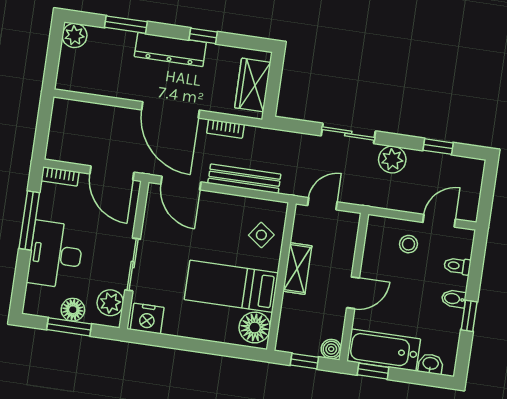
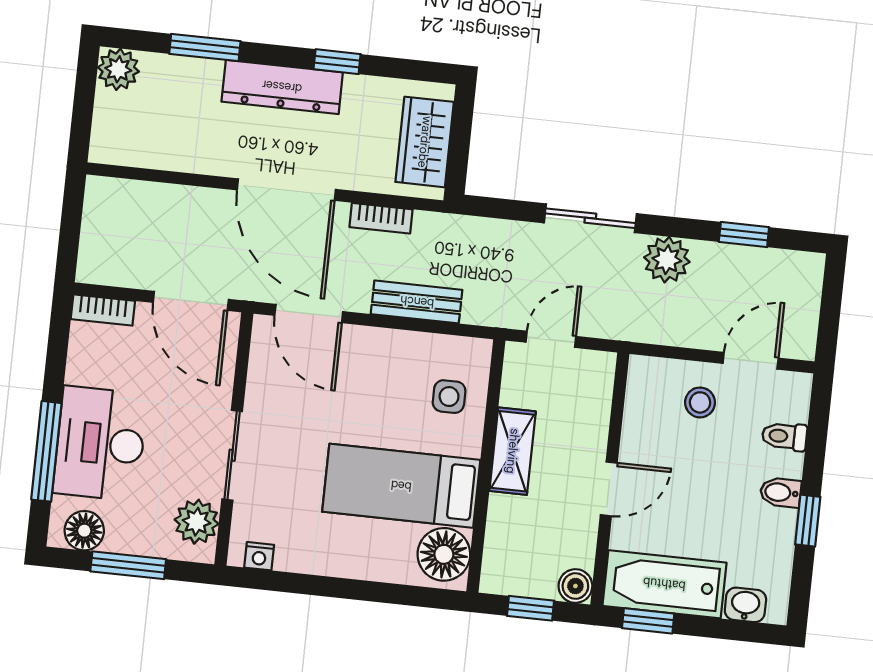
bench: (244, 179) -> (417, 302), width x0.73
window: (29, 220) -> (46, 451), moved
side table: (261, 235) -> (449, 397), turned -36
floor lamp: (73, 310) -> (84, 531), moved
nightstand: (147, 318) -> (259, 556), width x0.53, depth x0.56

